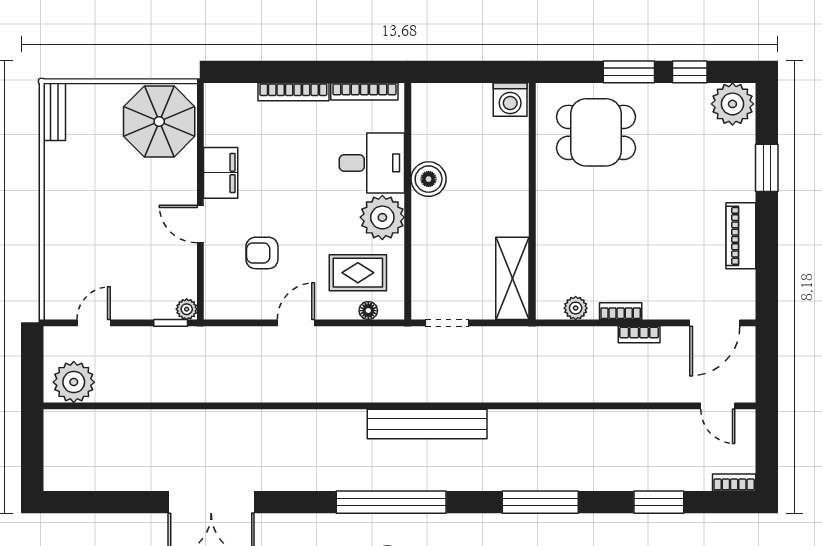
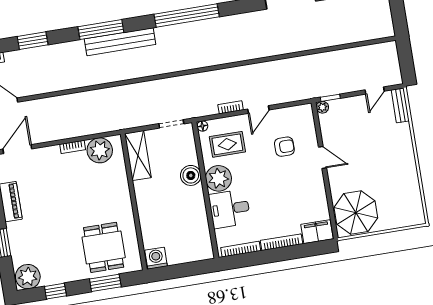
window: (629, 72) -> (105, 283), moved
bench: (54, 112) -> (400, 105), moved
dining table: (596, 132) -> (104, 247), turned 90
filing cabinet: (221, 173) -> (317, 232), moved, turned 90
boiler: (429, 179) -> (191, 175), moved
plant: (576, 308) -> (100, 150), width x1.87, depth x1.87
floor lamp: (368, 311) -> (202, 126), moved
bookcase: (639, 335) -> (231, 107), moved
plant: (74, 382) -> (380, 55), removed
bench: (427, 424) -> (120, 42), moved

